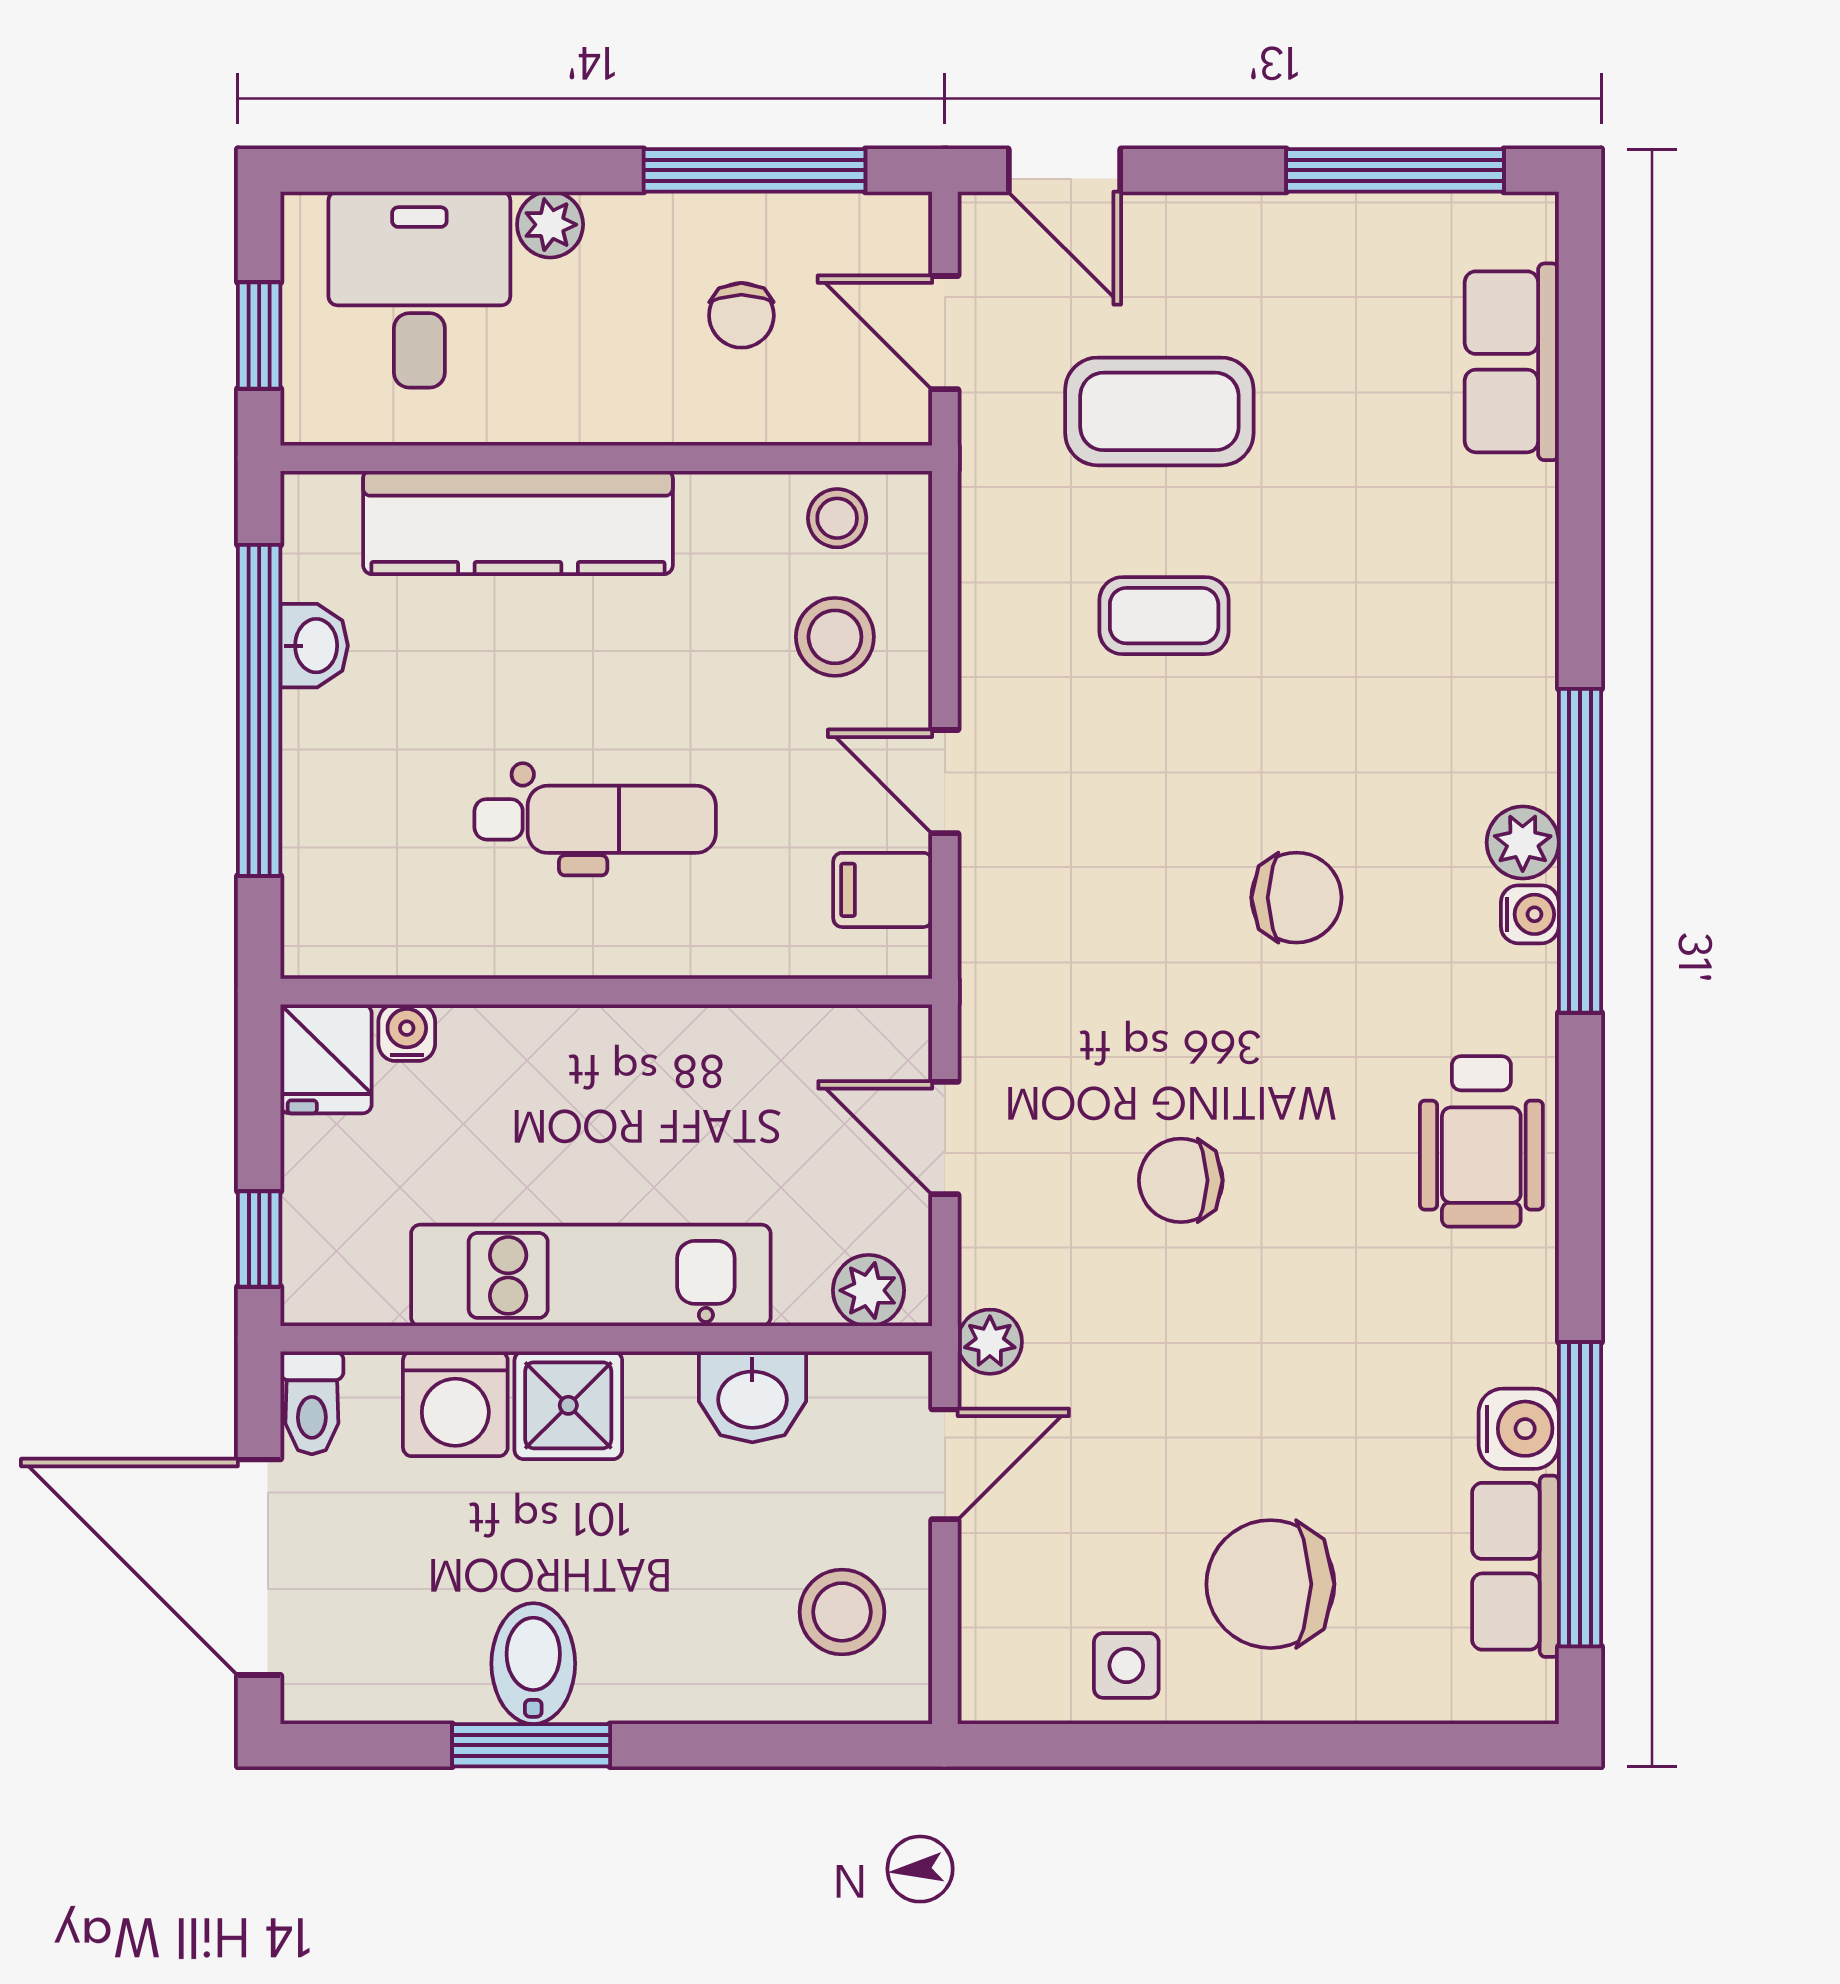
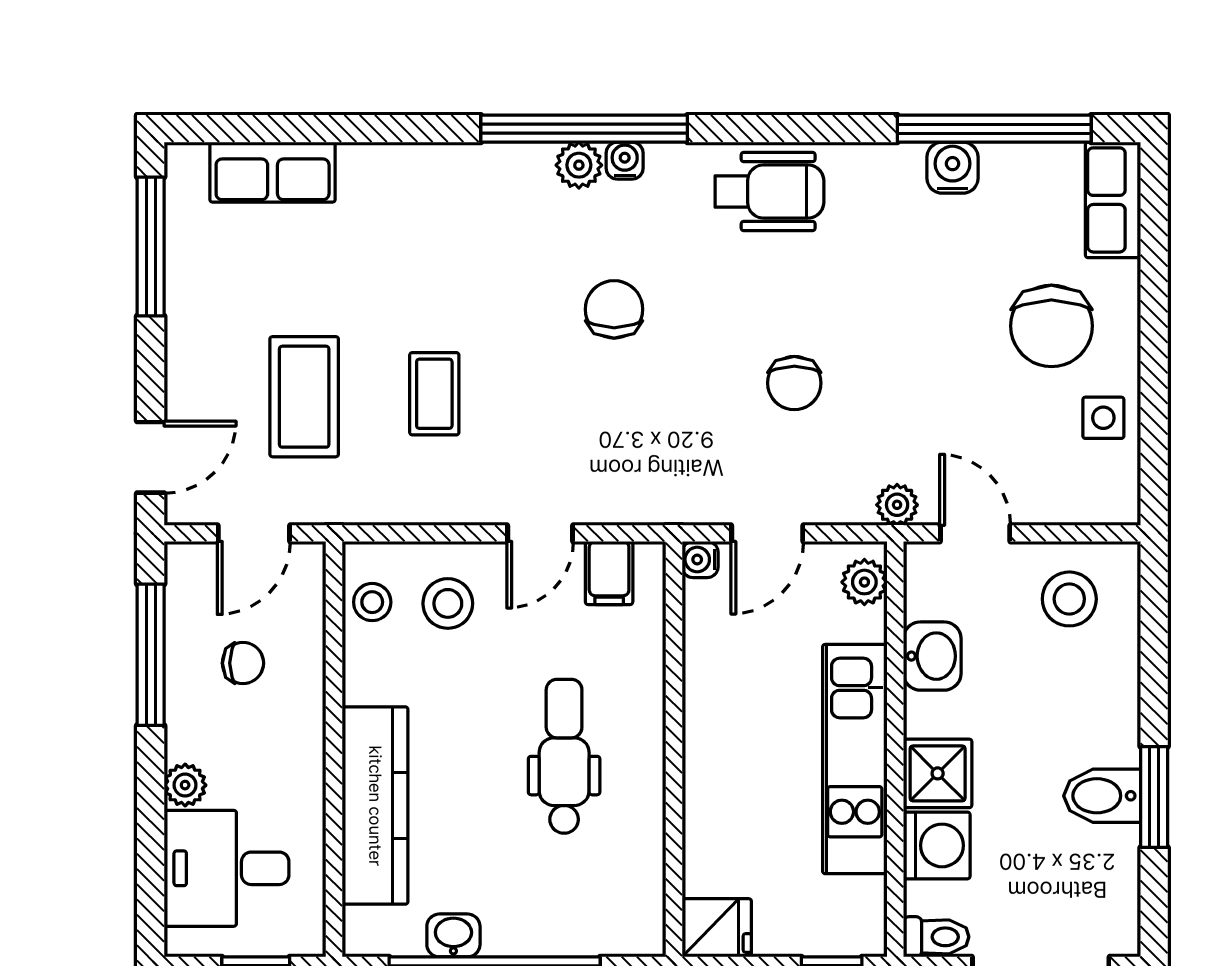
water cooler: (407, 1033) -> (700, 560), moved
row of seats: (1515, 1566) -> (1113, 200), moved, turned 90

